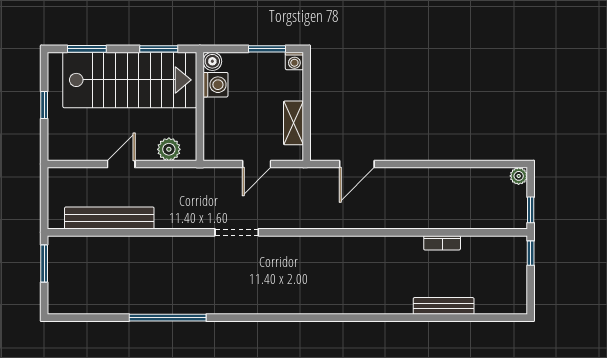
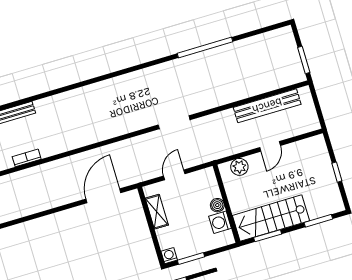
boiler: (212, 61) -> (217, 205), moved
stairs: (130, 80) -> (271, 218), width x0.73, depth x0.66
door: (357, 164) -> (103, 196), width x1.36

